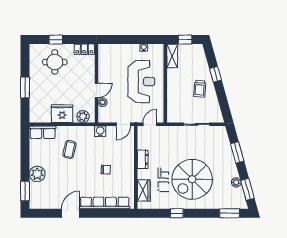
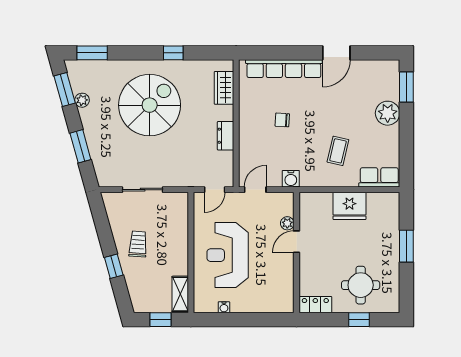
plant: (83, 117) -> (317, 201), removed

